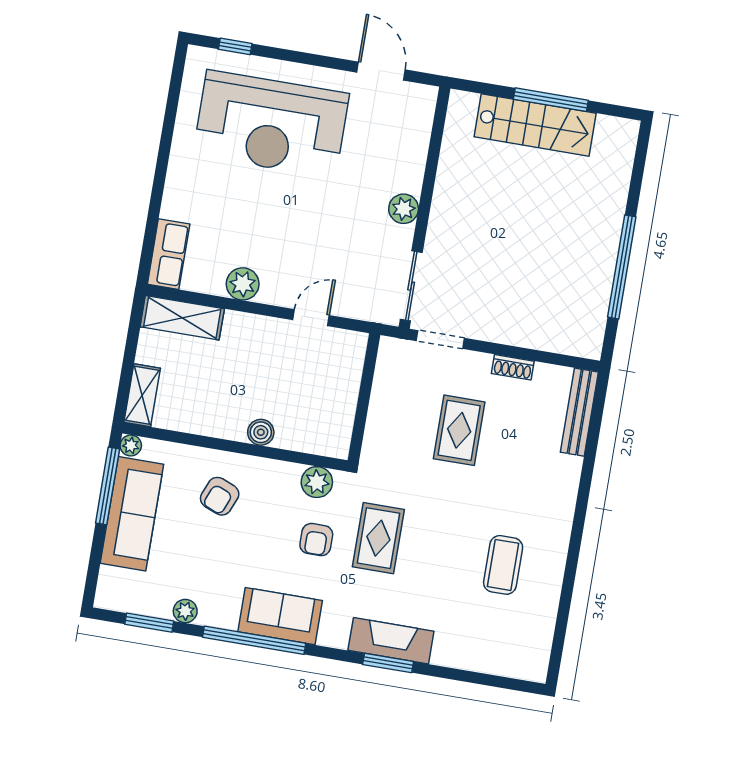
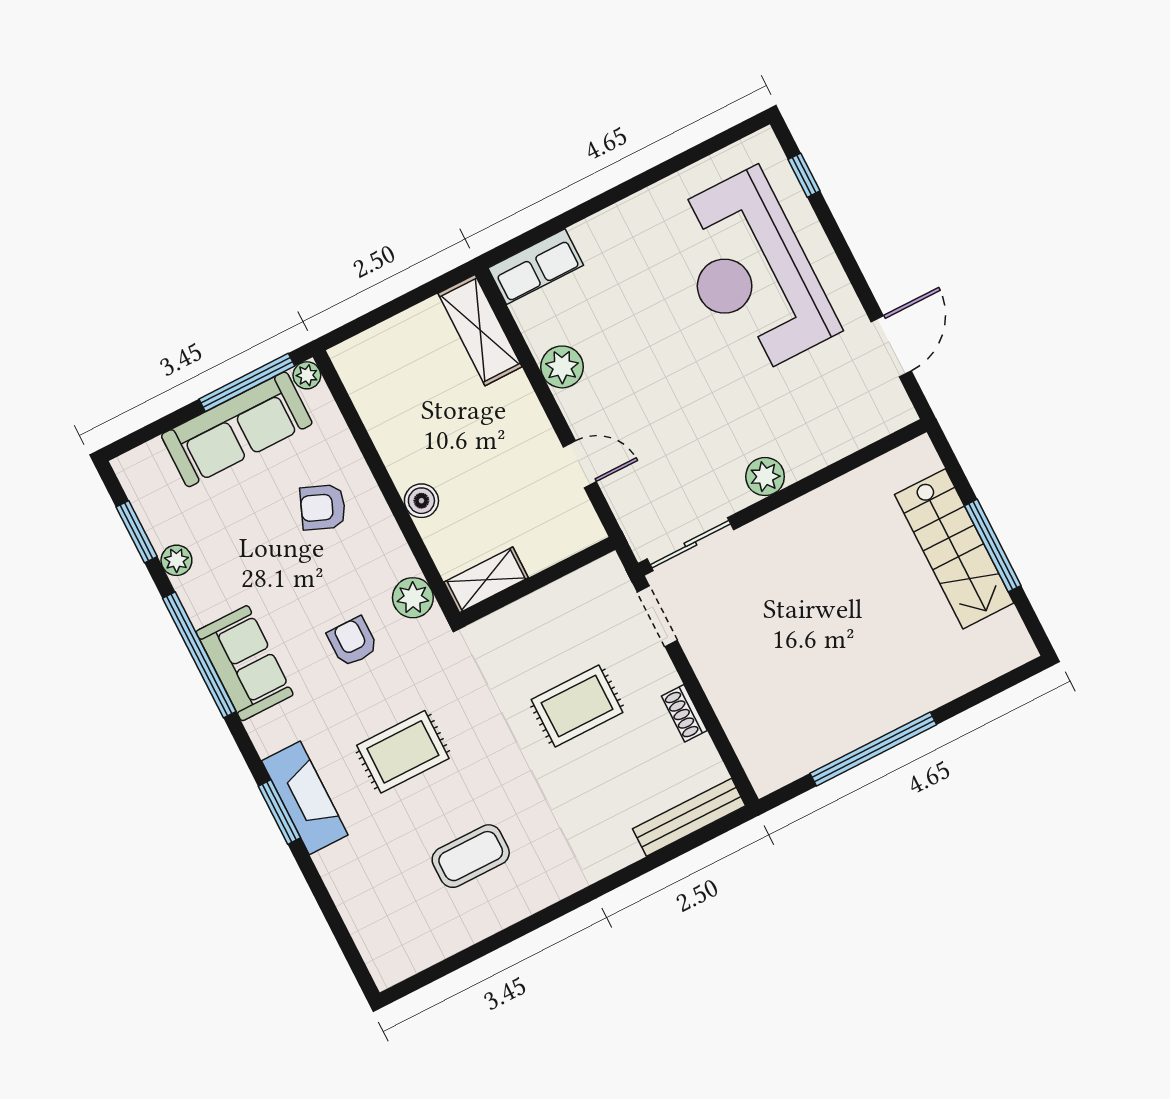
shelving: (142, 395) -> (486, 580), moved
rug: (378, 538) -> (403, 752), moved
armchair: (316, 540) -> (352, 642), turned 90

